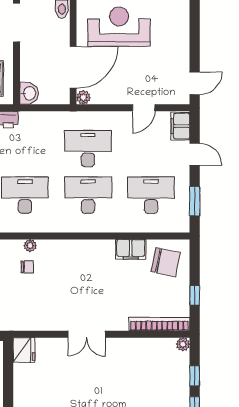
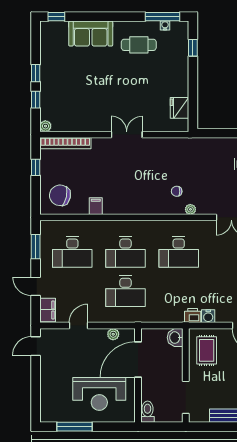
plant: (83, 97) -> (113, 334), moved
plant: (30, 245) -> (190, 209), moved
filing cabinet: (131, 249) -> (96, 206), width x0.50
fridge: (24, 350) -> (179, 108), moved

